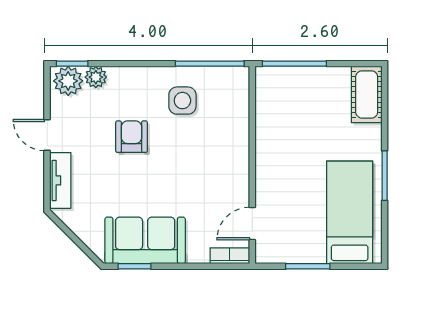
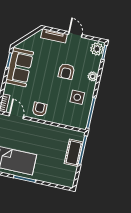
plant: (96, 77) -> (93, 76), moved
cot: (367, 94) -> (74, 153), moved, turned 90
door: (47, 135) -> (75, 34), hinge flipped
armchair: (132, 137) -> (66, 71), turned 90
armchair: (227, 176) -> (40, 109), added

